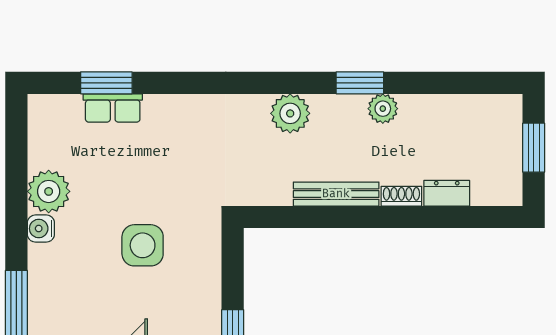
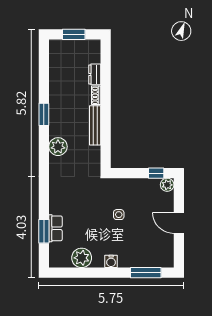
plant: (383, 109) -> (56, 104), removed
plant: (49, 191) -> (82, 258), moved
side table: (143, 245) -> (119, 215), width x0.54, depth x0.54

